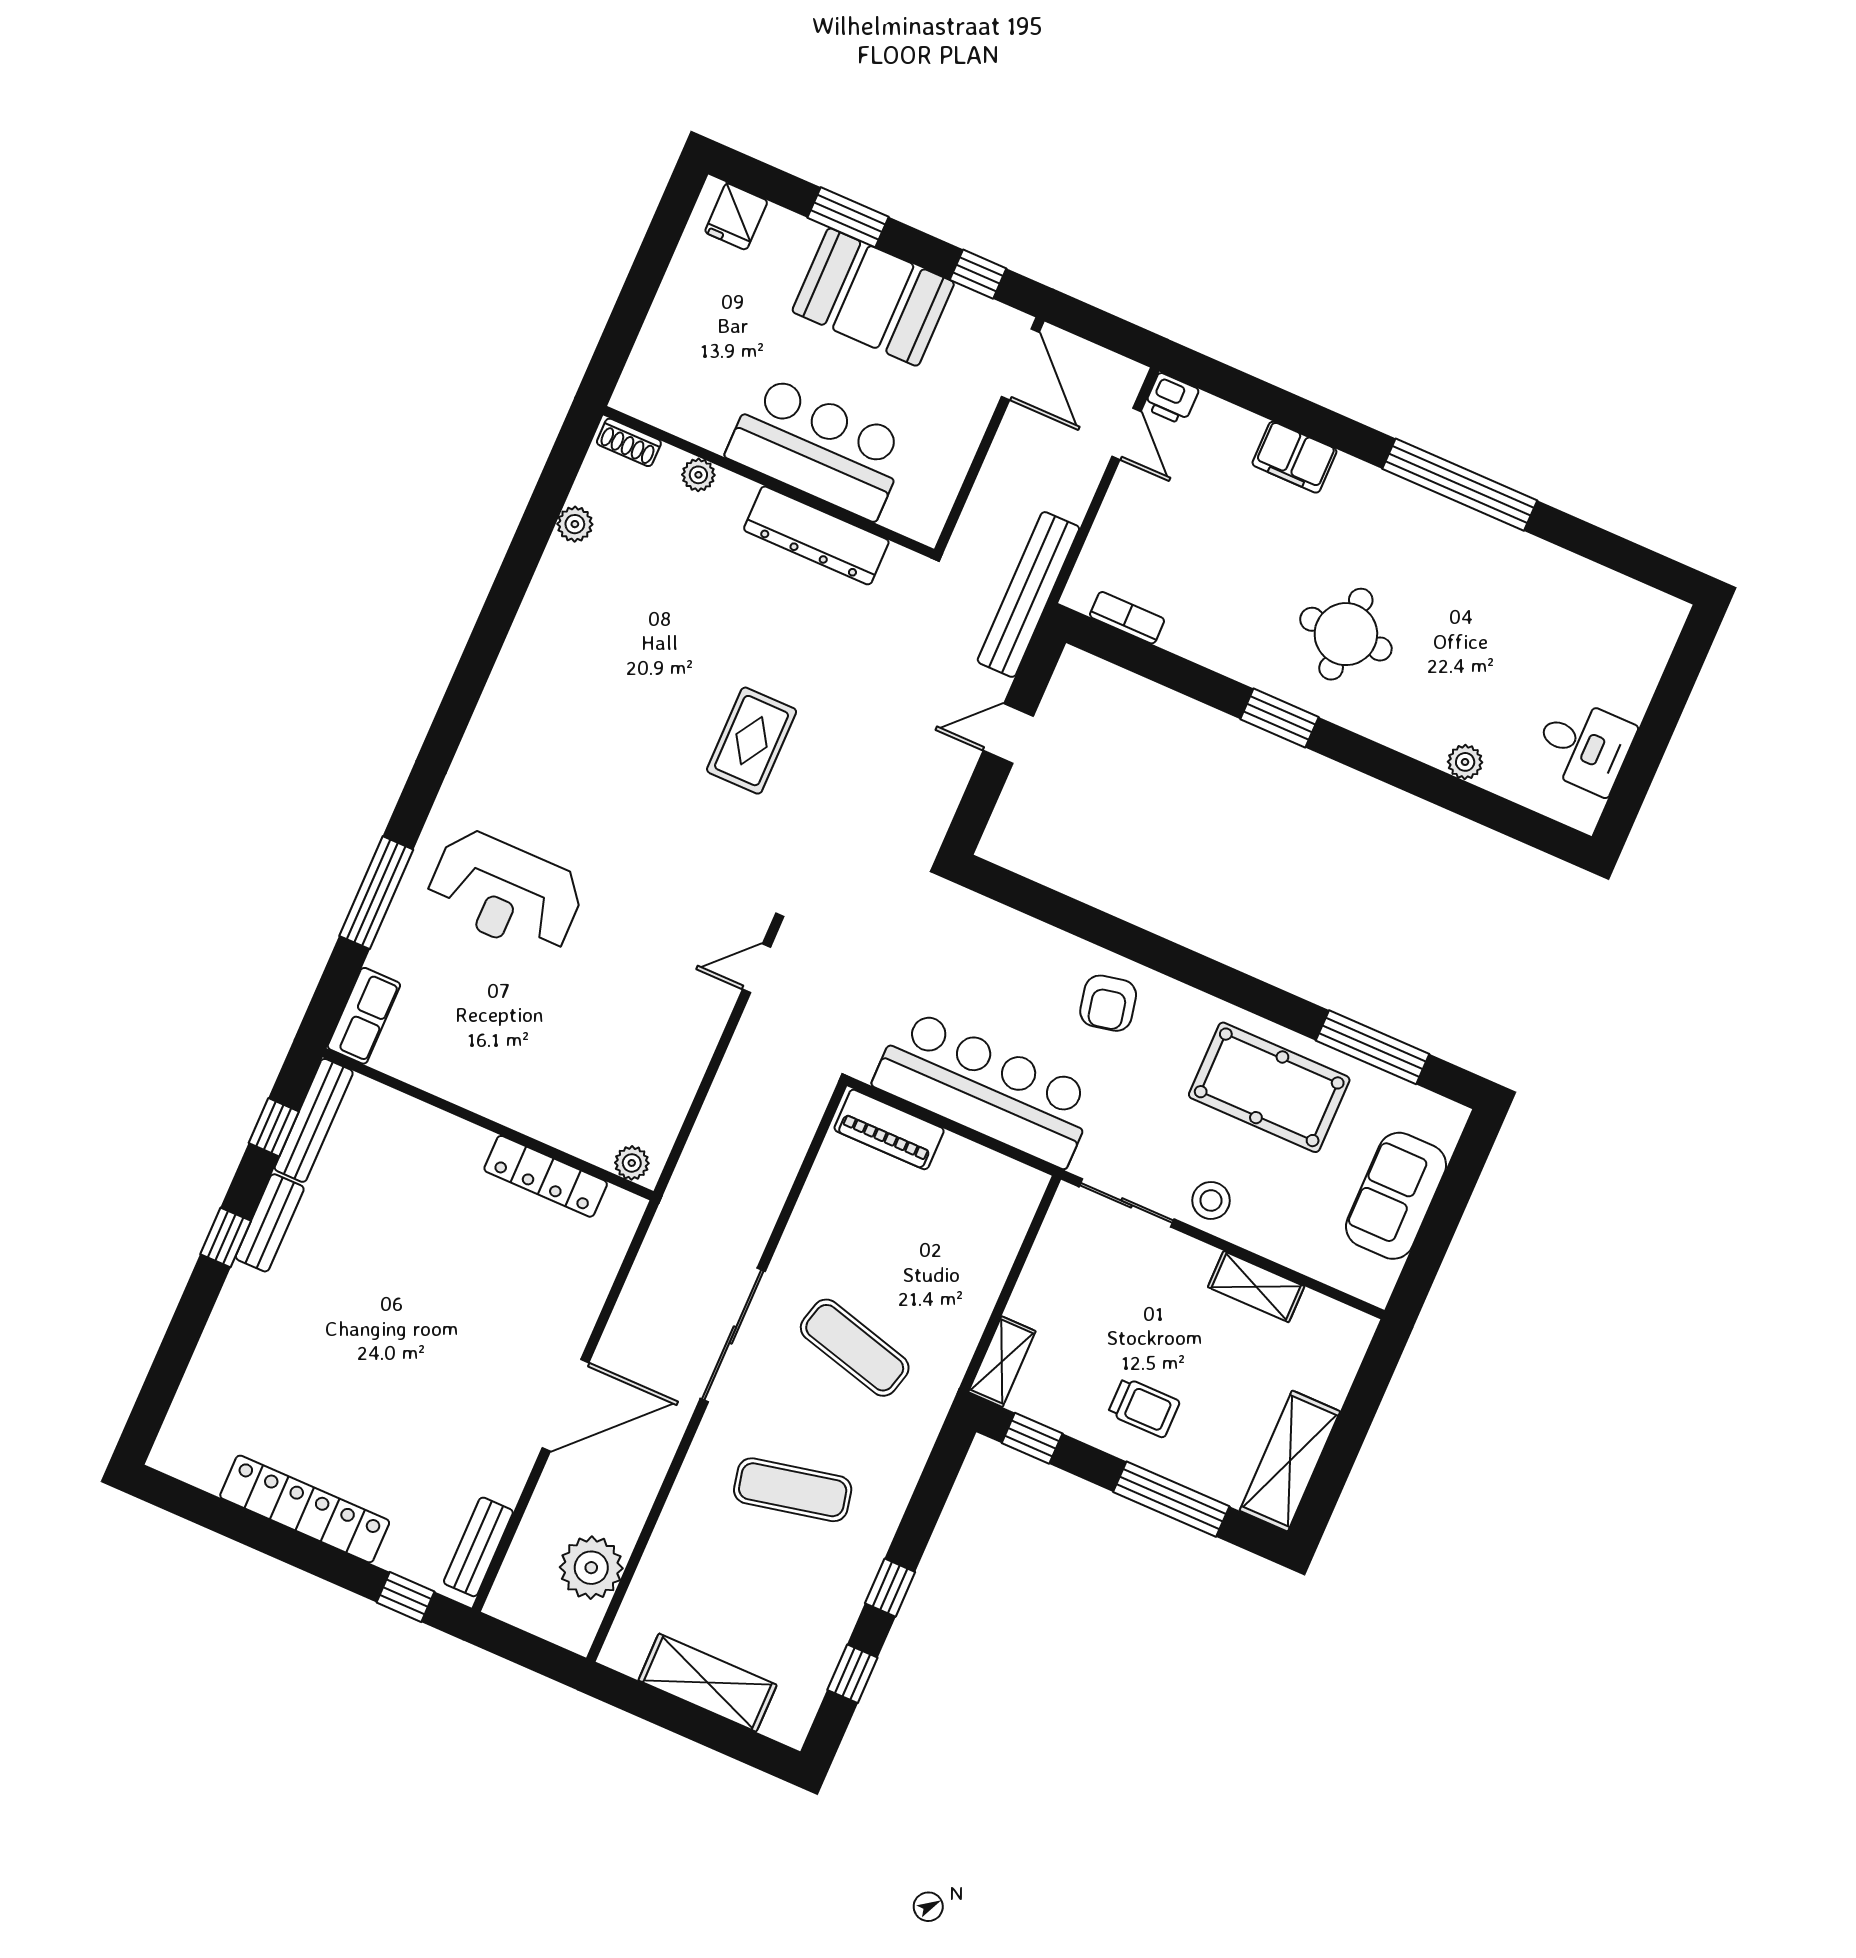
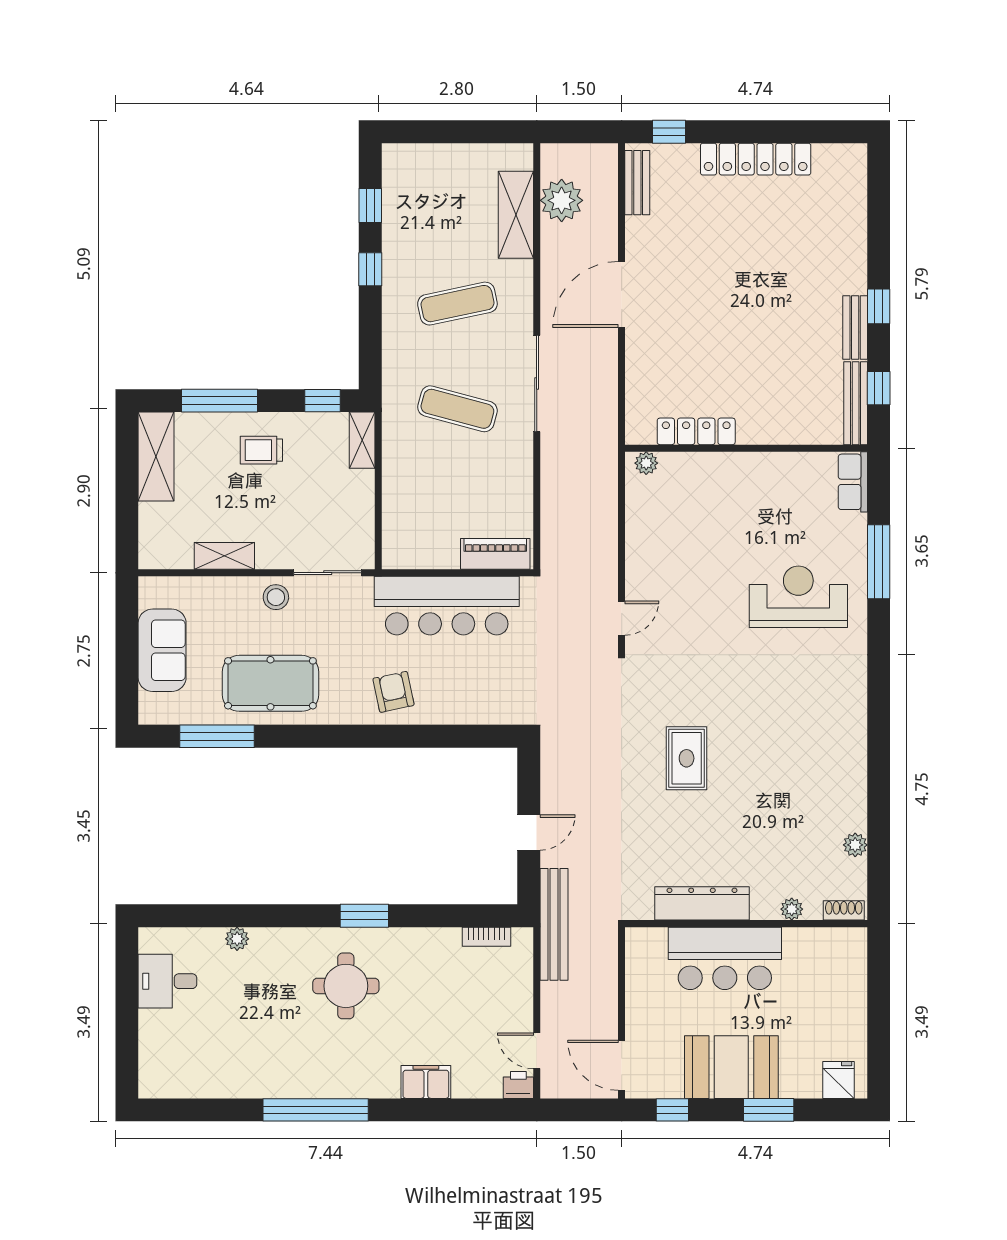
shelving: (708, 1683) -> (516, 215), moved, turned 90

